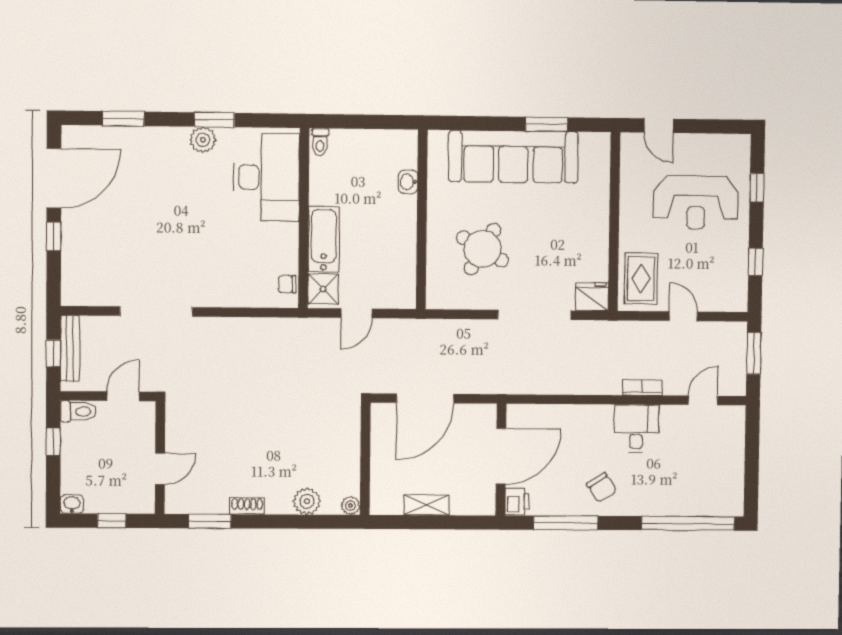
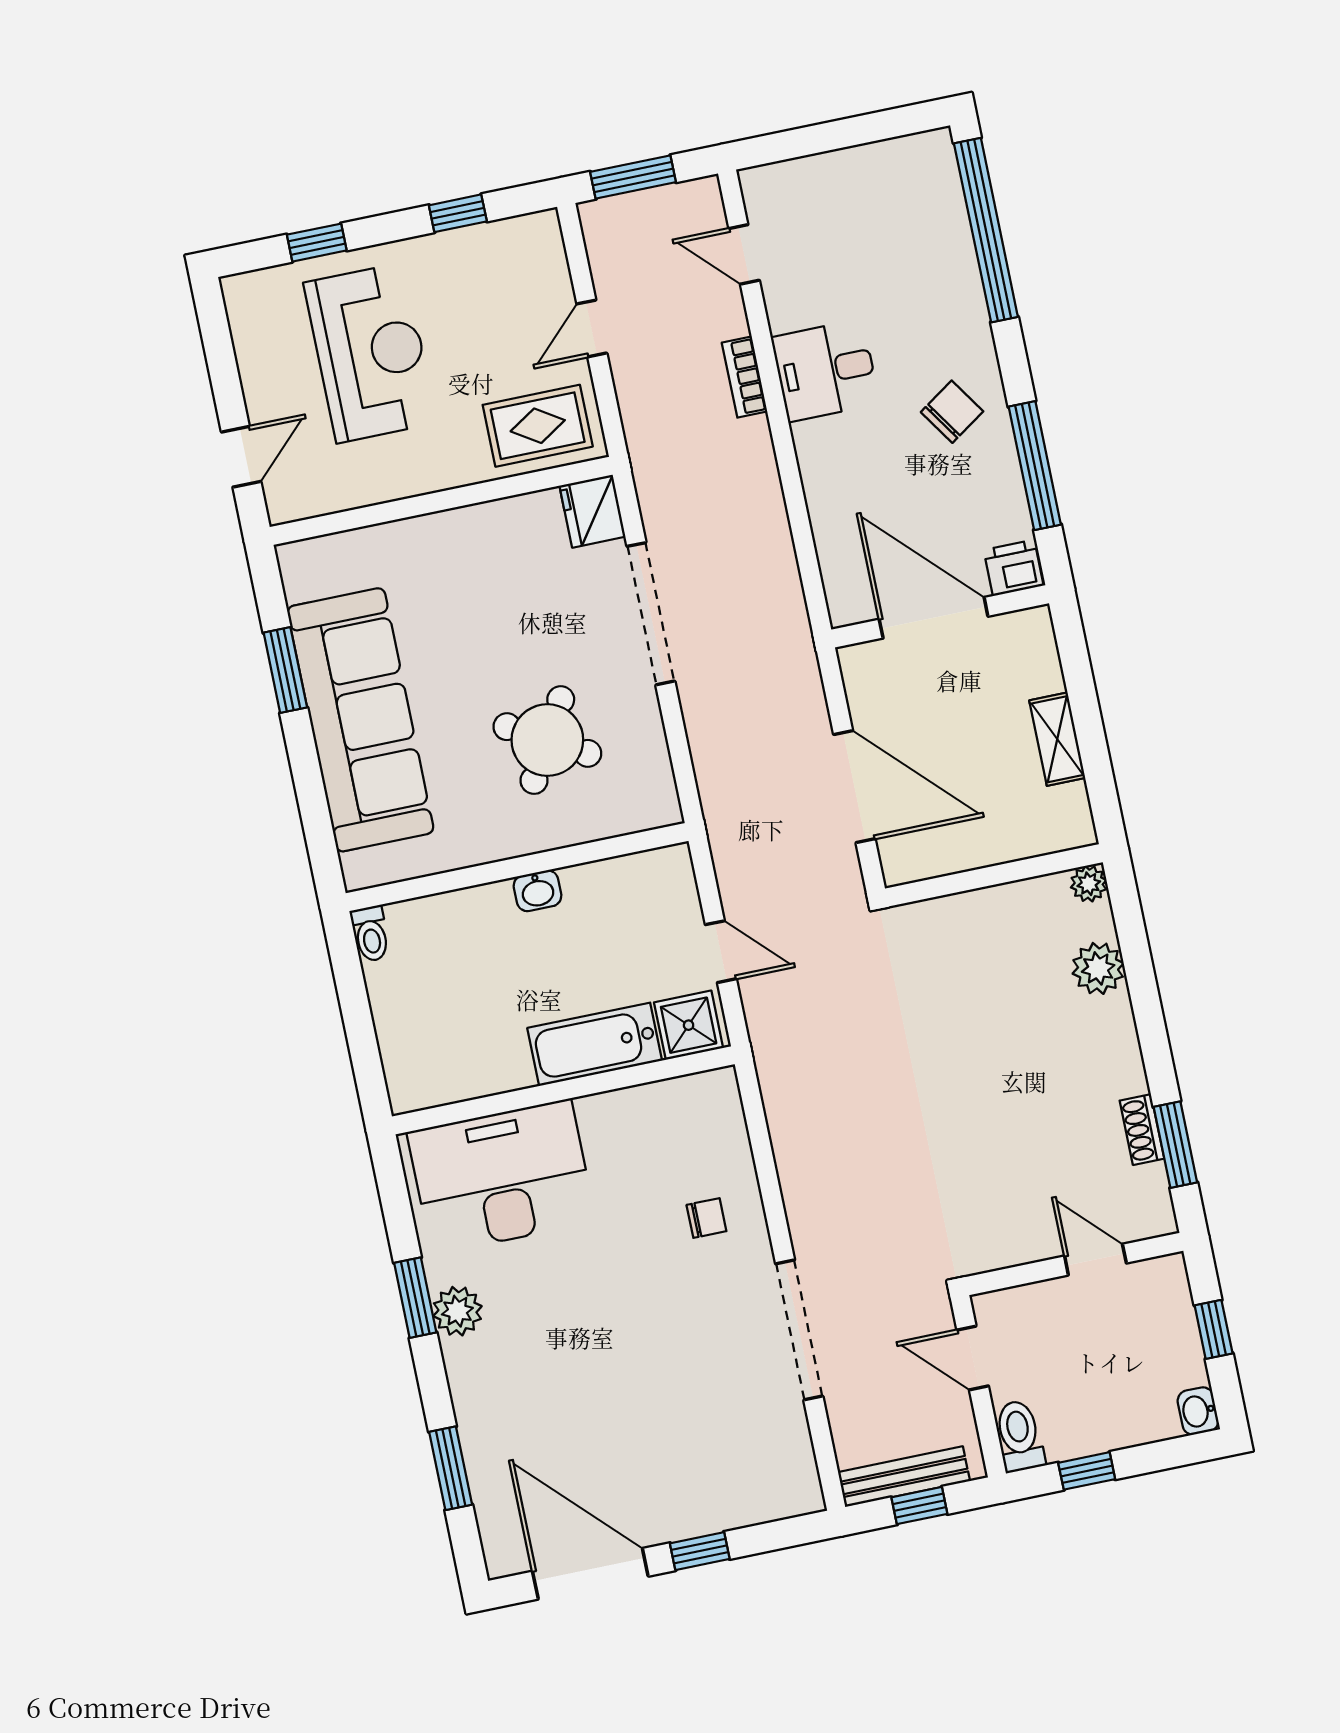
toilet: (320, 142) -> (371, 934), moved, turned 90
washbasin: (408, 182) -> (538, 891), moved
chair: (287, 284) -> (706, 1218), moved, turned -90
shoe rack: (247, 506) -> (1142, 1130), moved

